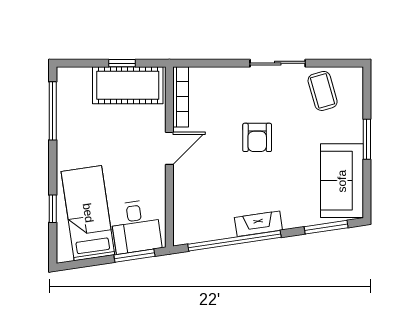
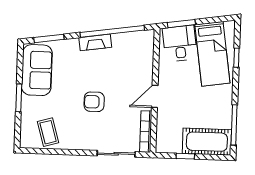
sliding door: (278, 63) -> (116, 154), moved
cot: (128, 85) -> (207, 142), moved
armchair: (257, 137) -> (94, 102), turned -90

